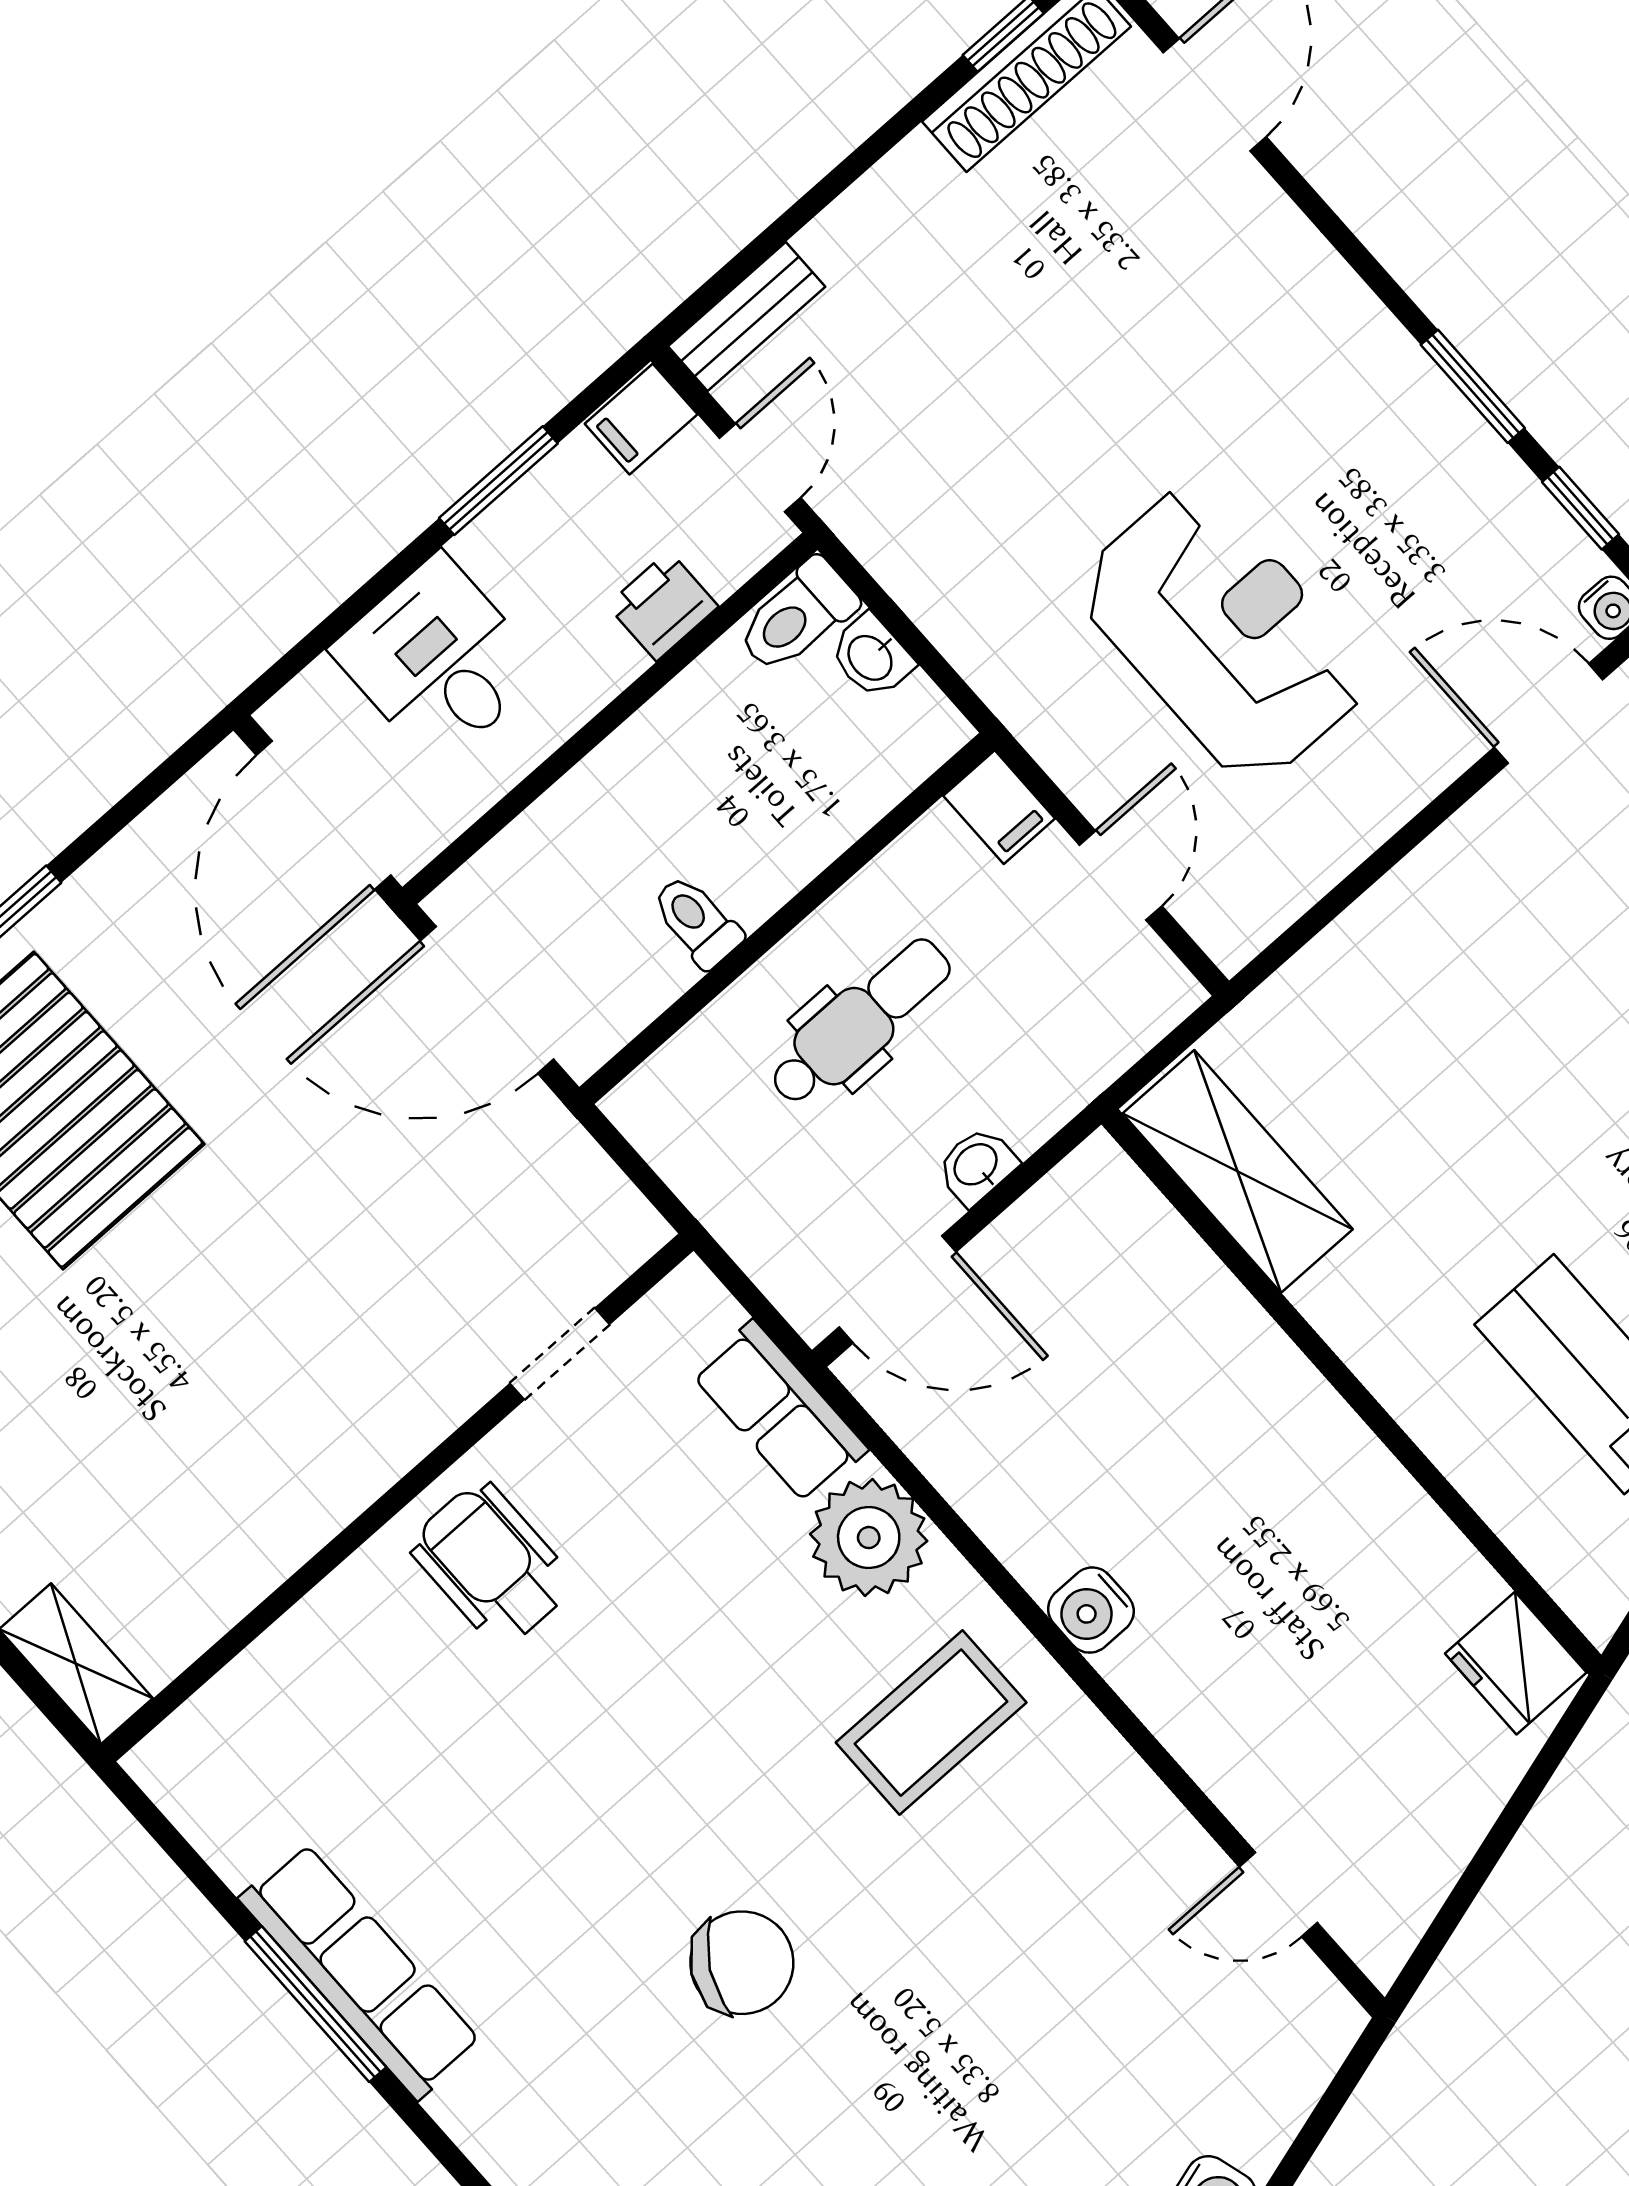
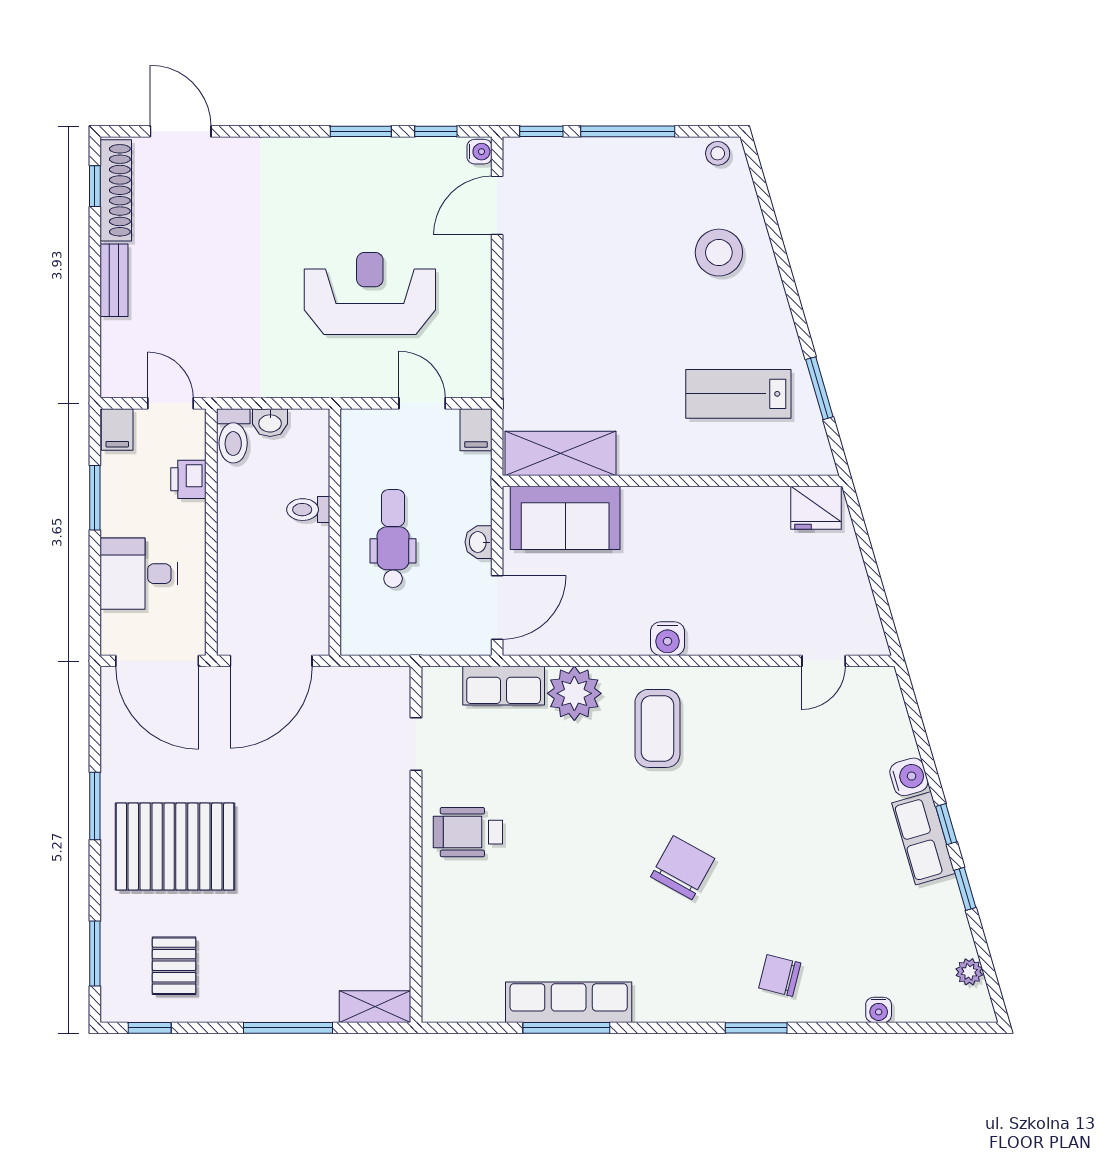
bench: (747, 317) -> (114, 280), moved
filing cabinet: (999, 807) -> (476, 430), moved, turned 90
toilet: (697, 921) -> (308, 510), moved
sofa: (1140, 1271) -> (565, 518), added

